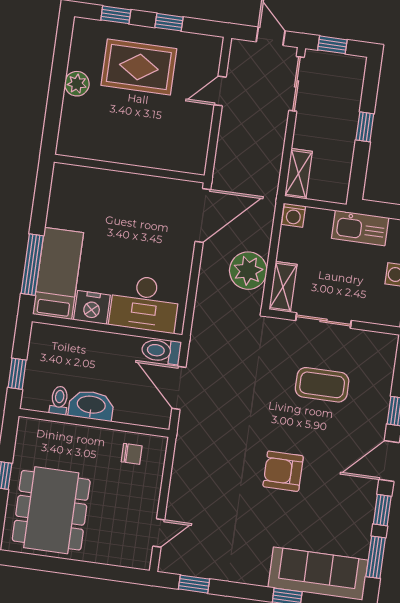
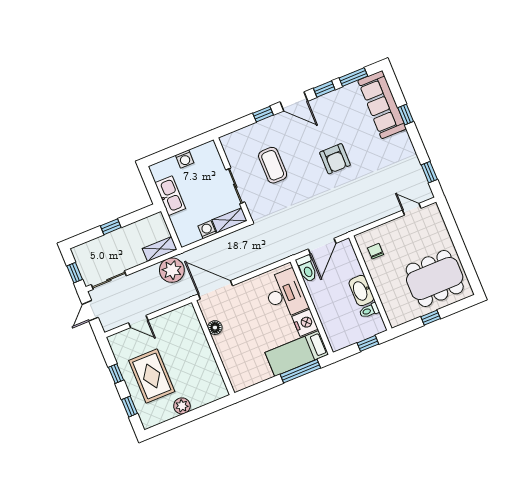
floor lamp: (154, 186) -> (215, 328), added
washing machine: (294, 215) -> (207, 230), moved, turned -90
plant: (248, 271) -> (172, 270), moved

